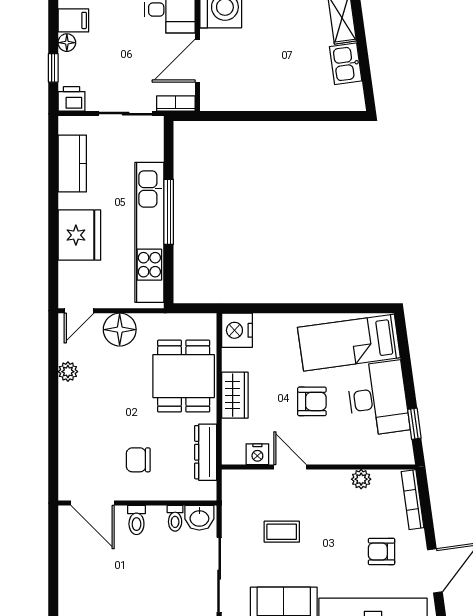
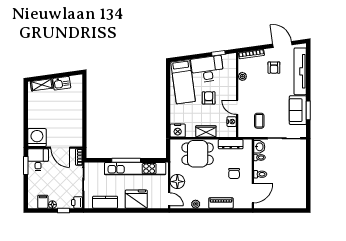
piano: (70, 430) -> (221, 203), added
door: (290, 467) -> (237, 107), hinge flipped
coffee table: (282, 532) -> (259, 121), moved

